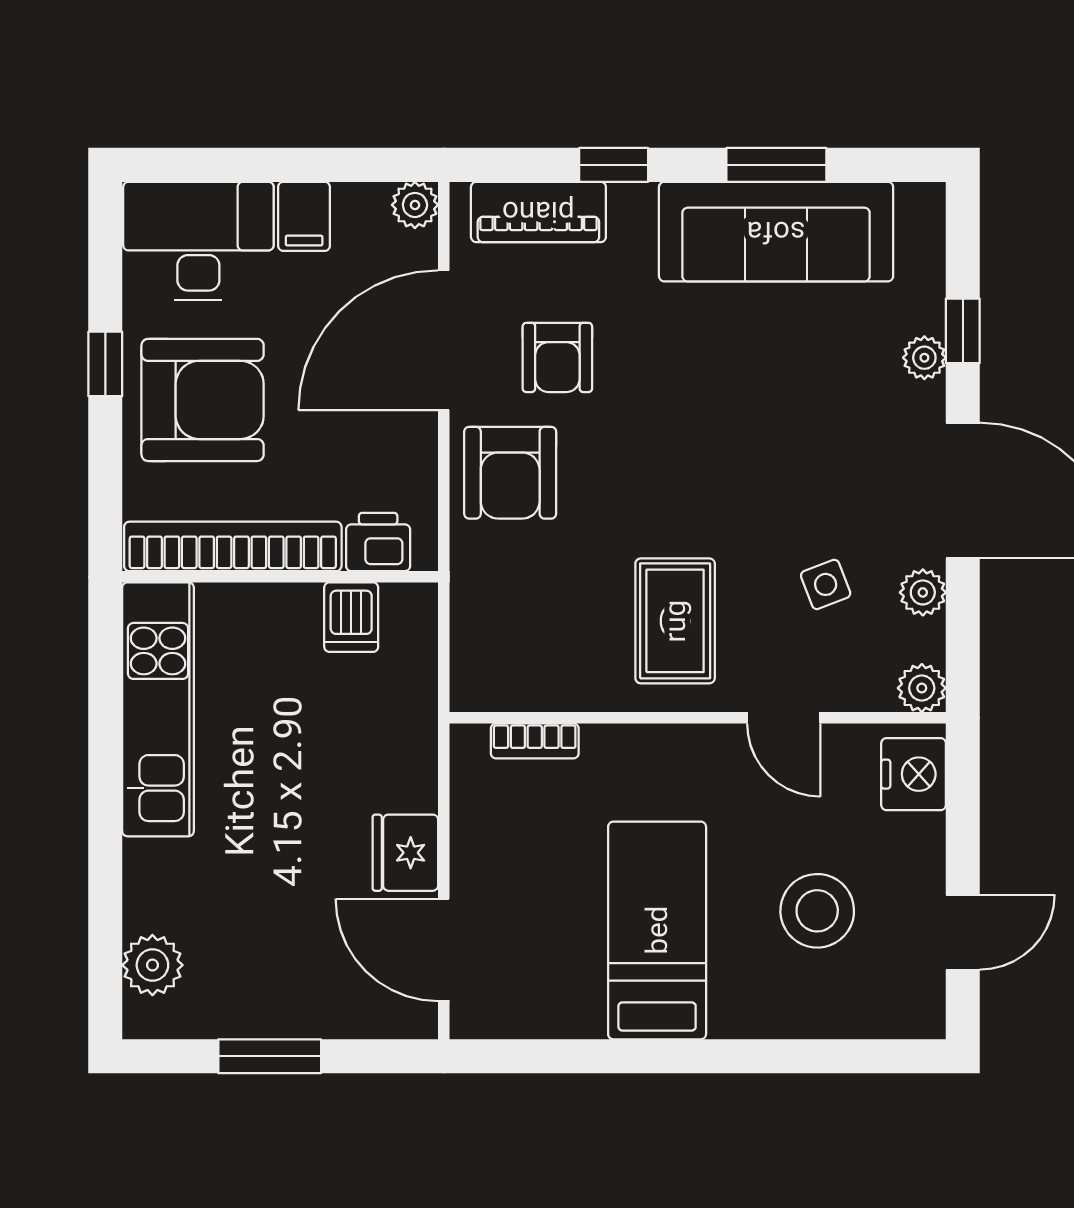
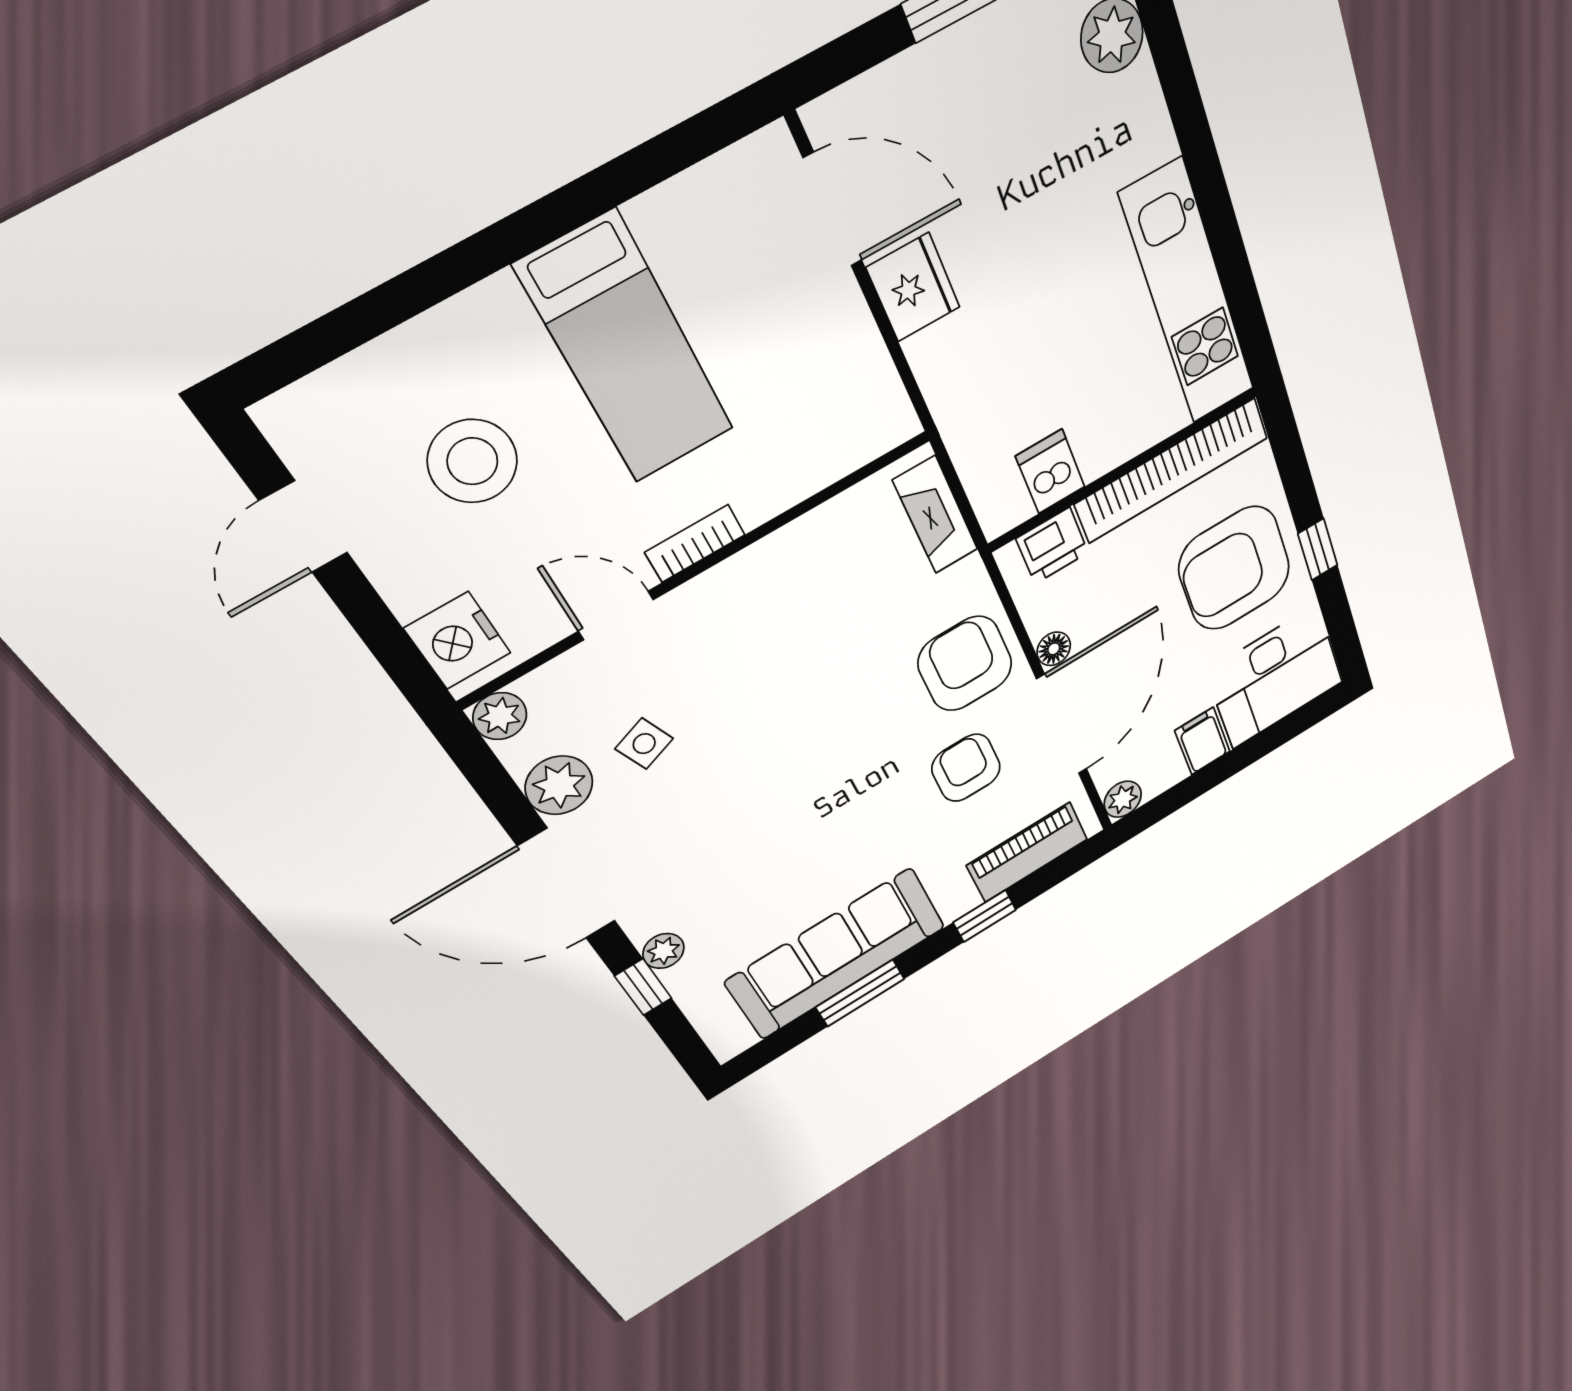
floor lamp: (419, 432) -> (1054, 649), added
plant: (923, 592) -> (559, 785), width x1.38, depth x1.38
rug: (675, 621) -> (764, 636), removed
fireplace: (474, 640) -> (936, 515), added
bookcase: (535, 741) -> (695, 544), moved

